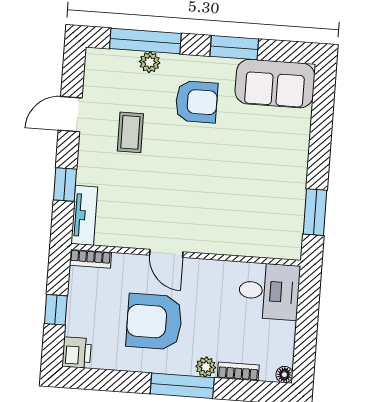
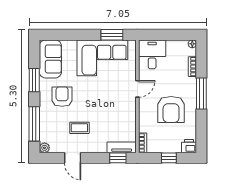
plant: (150, 62) -> (44, 148), moved
window: (65, 185) -> (118, 158), moved
corner sofa: (269, 190) -> (102, 58), added
door: (166, 253) -> (137, 89), moved
plant: (206, 367) -> (191, 83), removed

